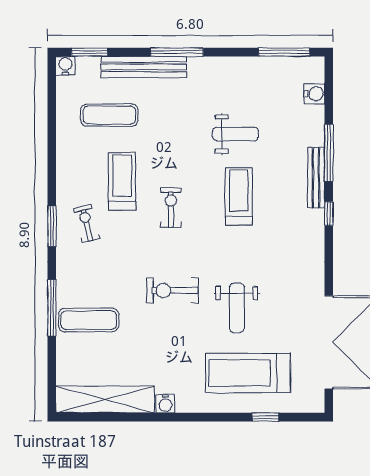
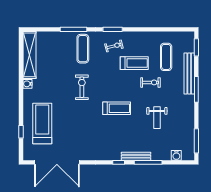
water cooler: (65, 66) -> (190, 36), removed
treadmill: (239, 196) -> (117, 108), moved
exercise bike: (171, 208) -> (150, 82), moved
weight bench: (237, 308) -> (74, 118), removed
exercise mat: (89, 320) -> (83, 49), moved

